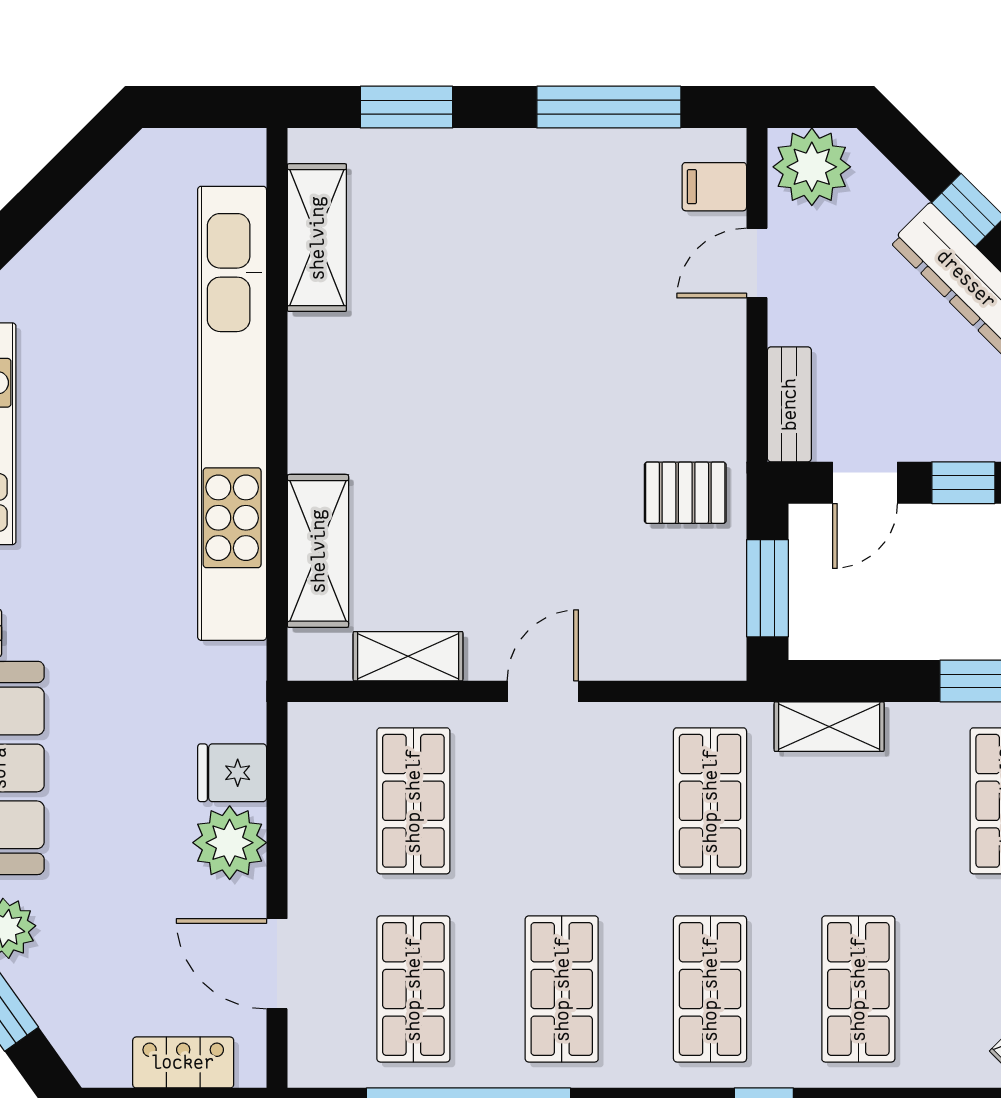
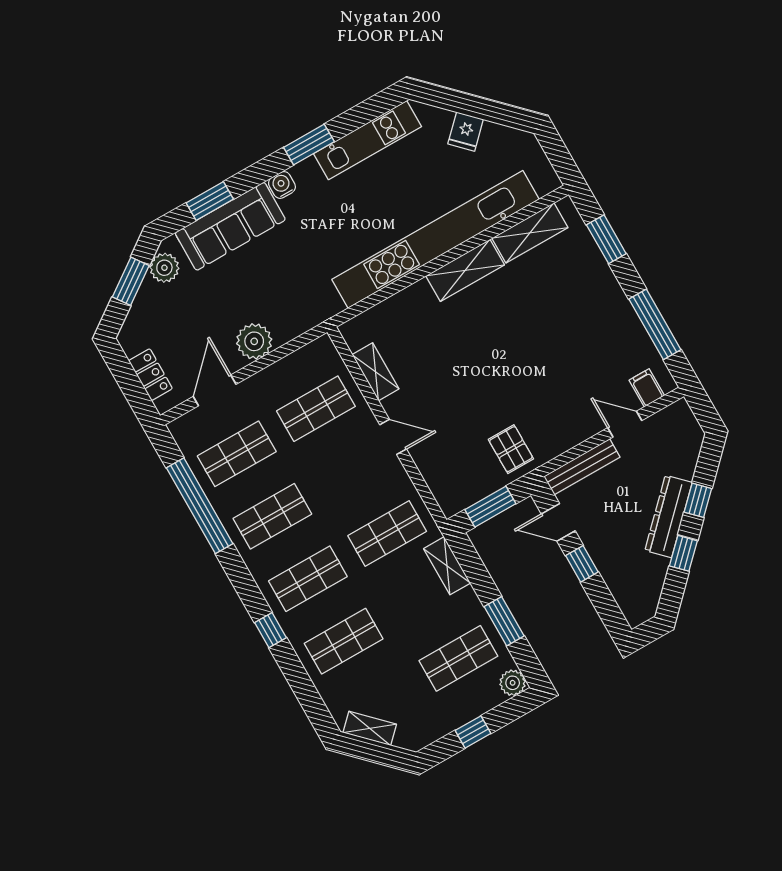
plant: (812, 167) -> (678, 424), removed
bench: (789, 404) -> (582, 467), width x1.36
shelving: (318, 551) -> (465, 270), moved
fridge: (232, 773) -> (466, 132), moved, turned -135

